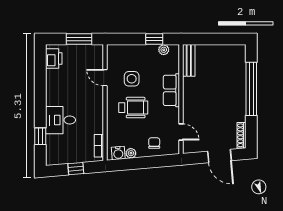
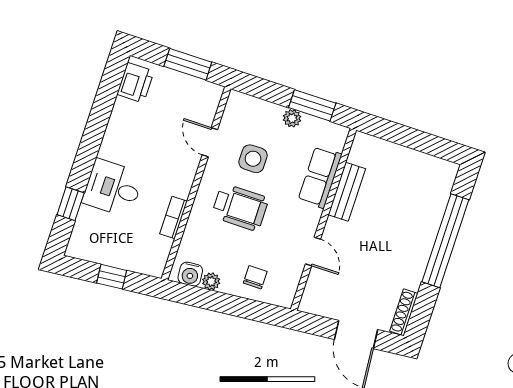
window: (154, 39) -> (312, 105), width x1.50
plant: (164, 50) -> (292, 118), moved
bench: (189, 60) -> (347, 192), moved
row of seats: (171, 90) -> (320, 177), moved
door: (181, 132) -> (313, 251), moved
bookcase: (99, 146) -> (174, 218), moved

